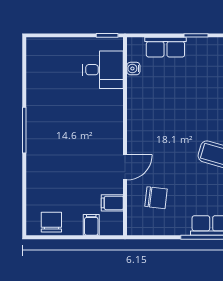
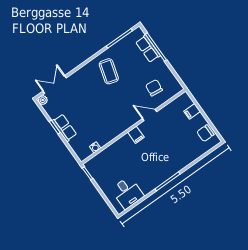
row of seats: (165, 47) -> (64, 128), moved
desk: (103, 70) -> (127, 193), moved, turned 180
filing cabinet: (112, 203) -> (136, 135), moved

